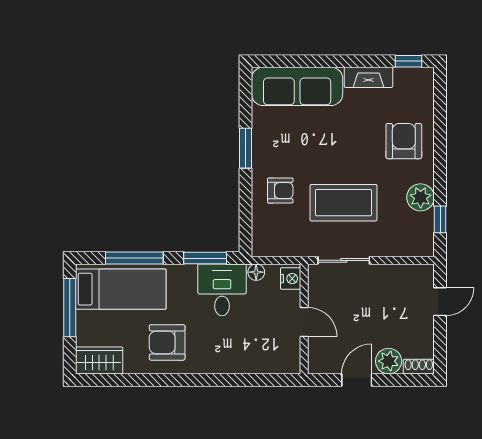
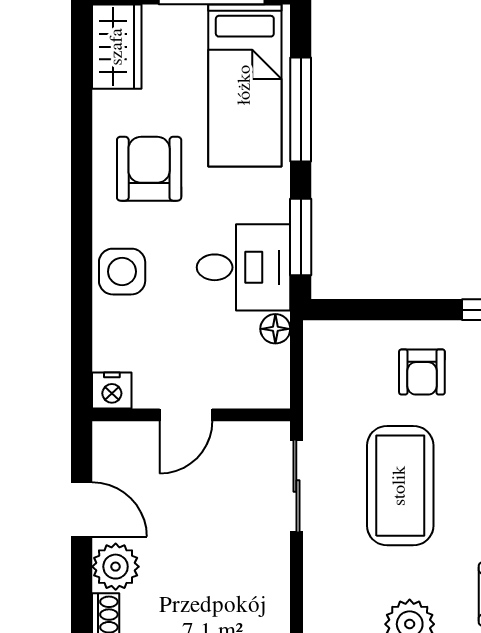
nightstand: (291, 279) -> (112, 390), moved
side table: (224, 357) -> (122, 272), added

